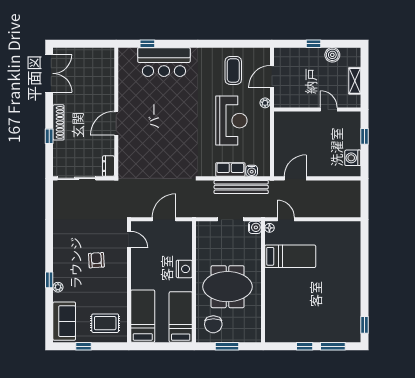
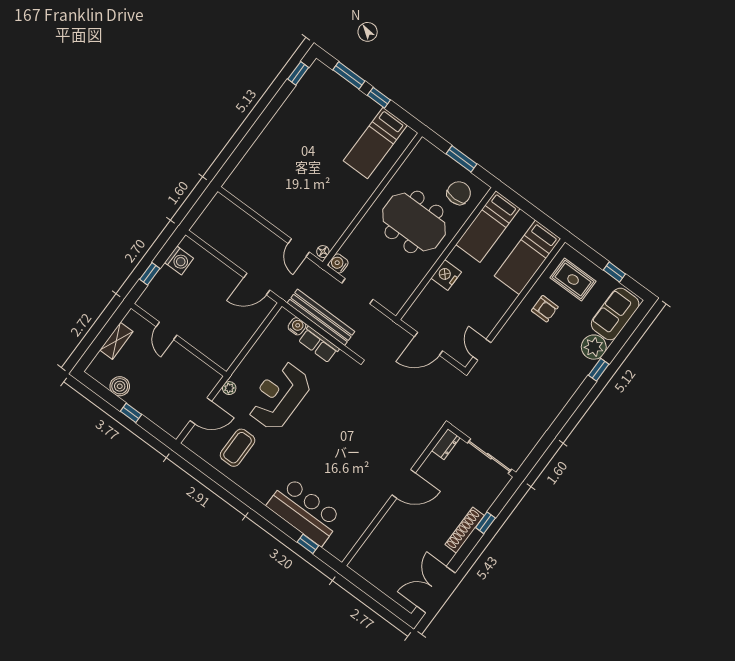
bed: (290, 256) -> (375, 143), moved, turned -90
armchair: (96, 260) -> (545, 309), moved, turned -86
plant: (58, 287) -> (594, 347), width x1.88, depth x1.88

